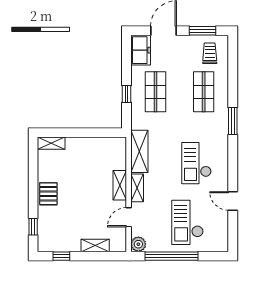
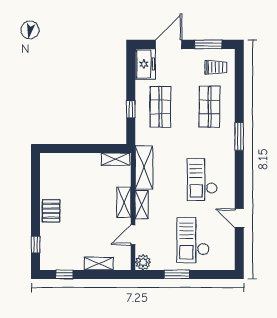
trolley: (210, 53) -> (216, 67), turned 90
shelving: (51, 143) -> (115, 159), moved
window: (172, 256) -> (177, 274), width x0.47

